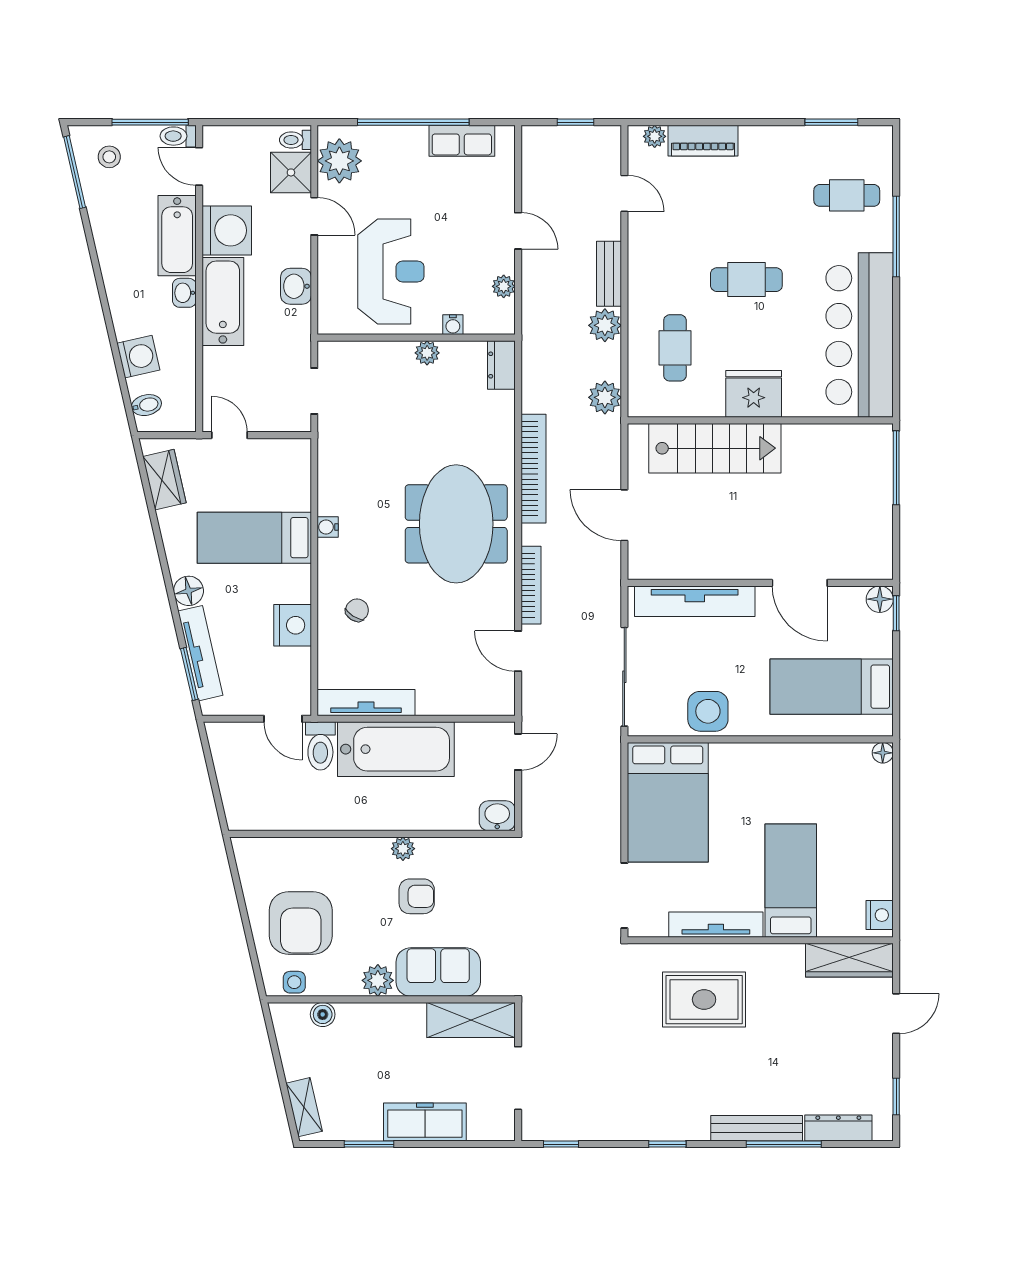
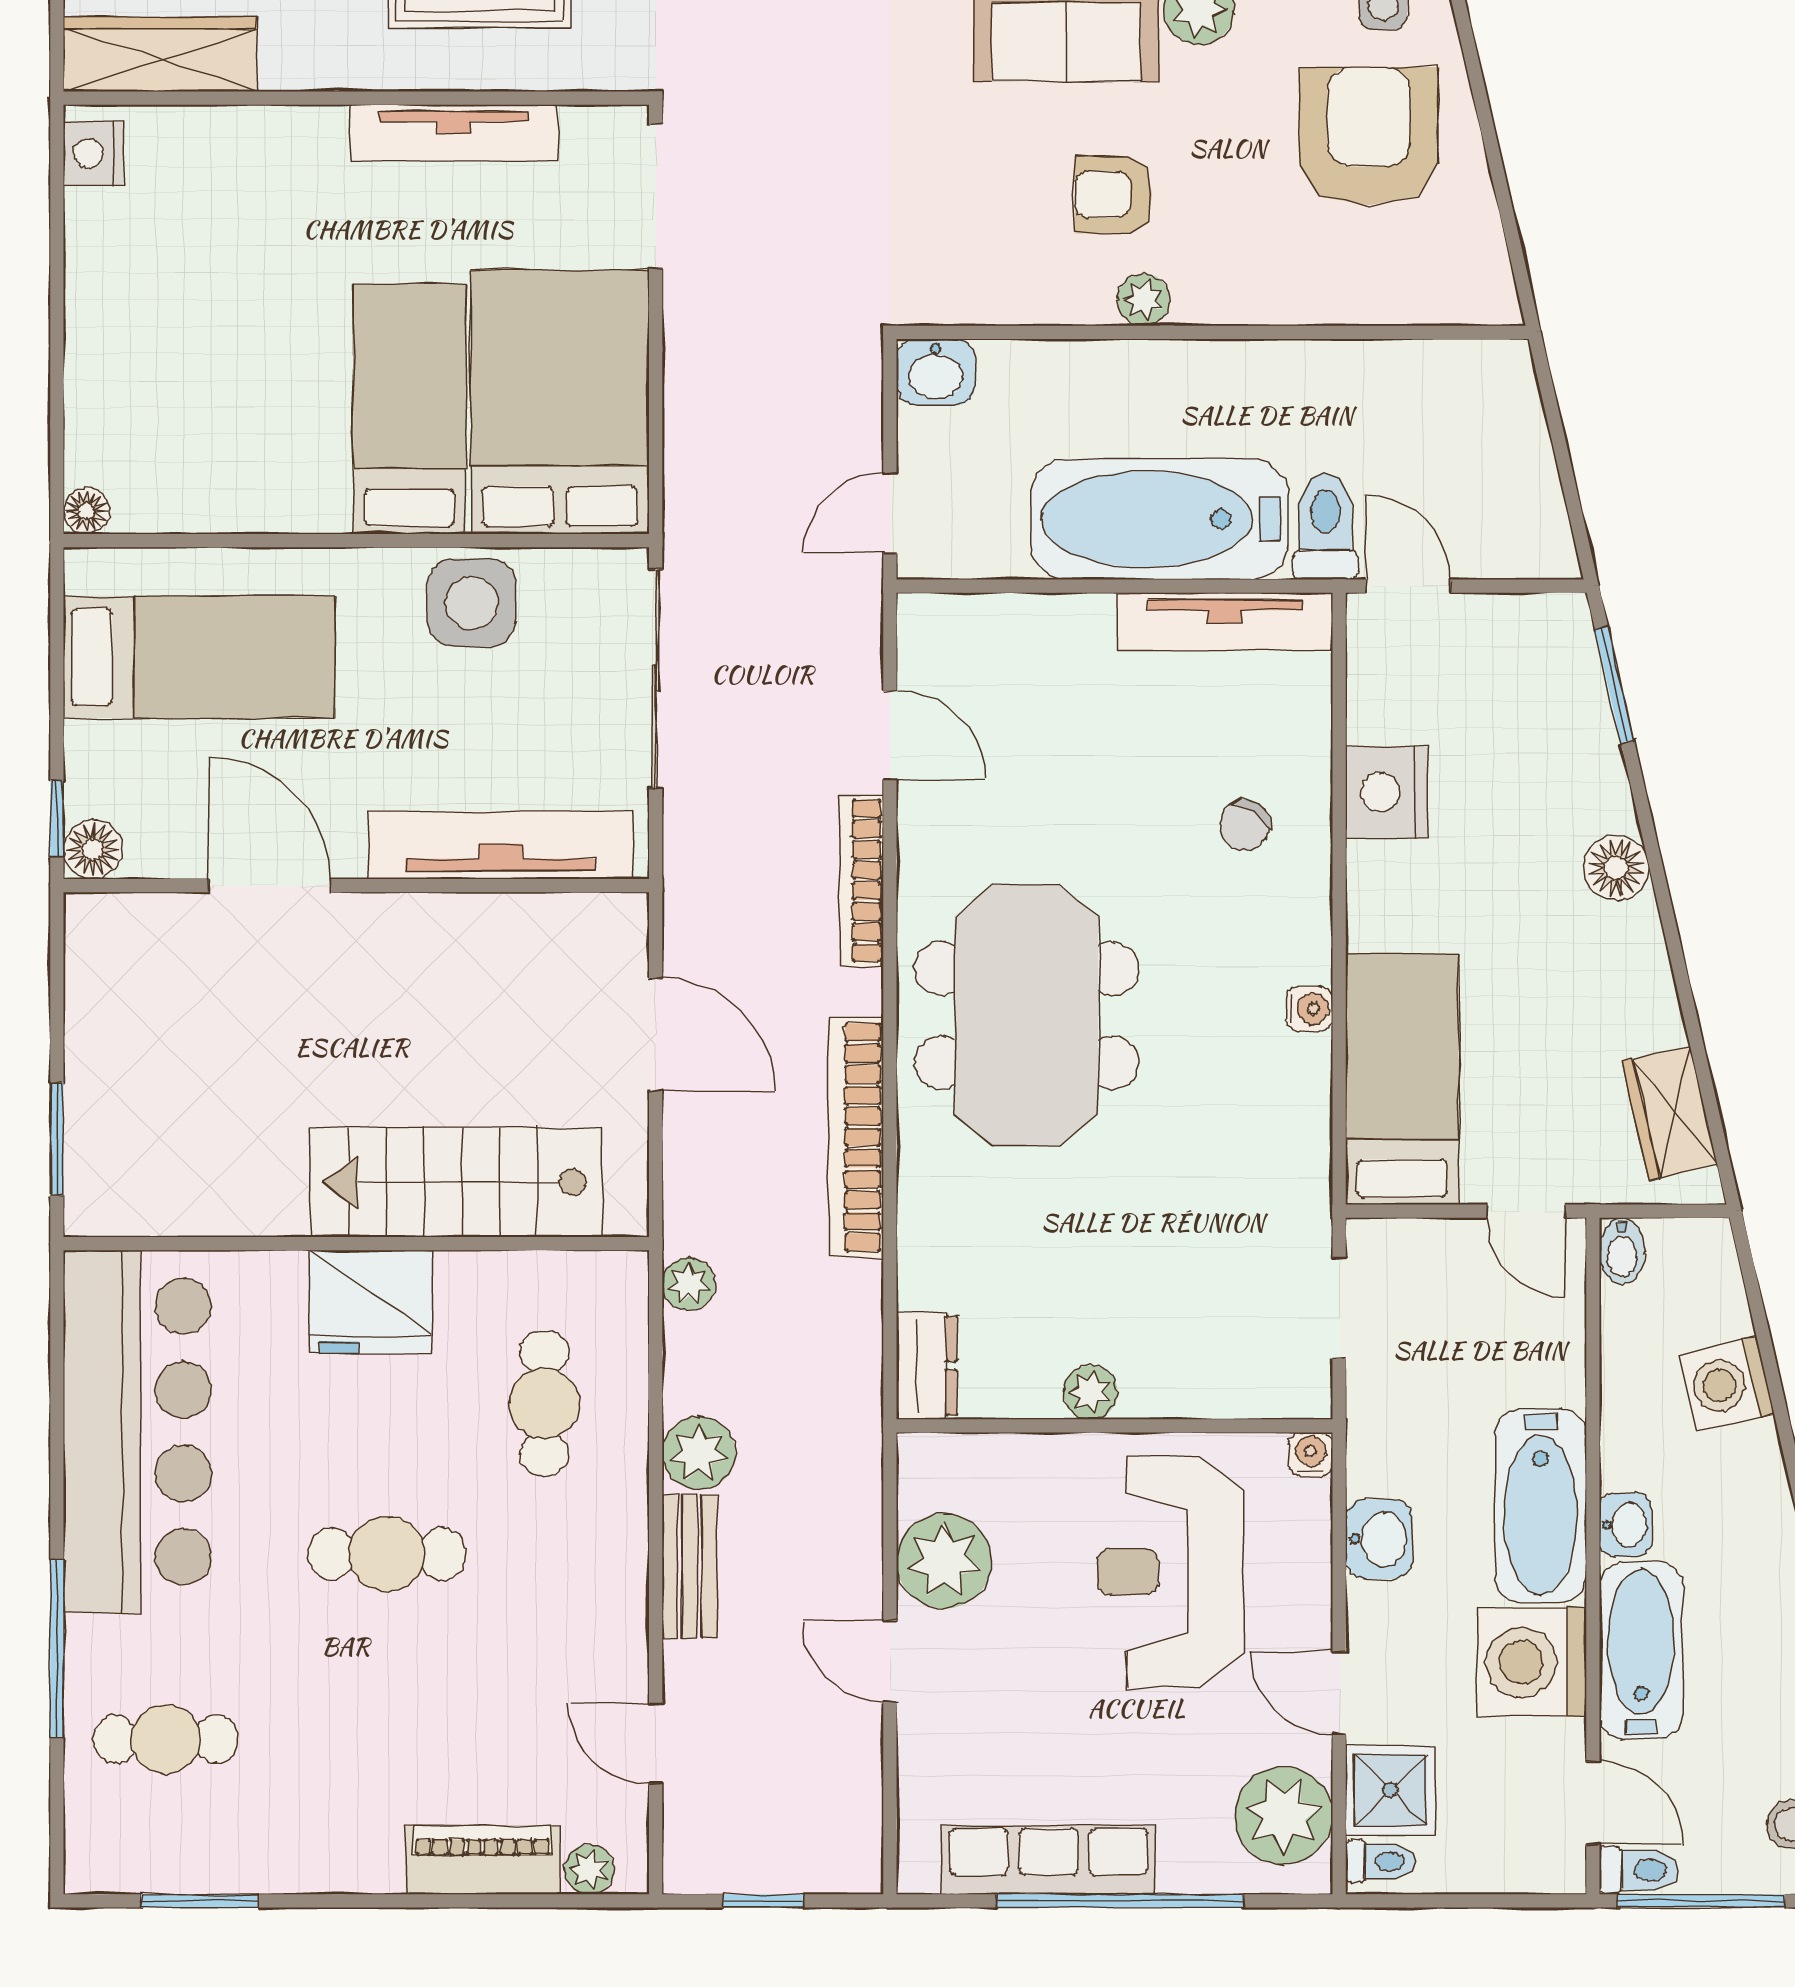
row of seats: (462, 141) -> (1048, 1860), width x1.48
plant: (504, 286) -> (944, 1561), width x1.88, depth x1.88
water cooler: (453, 325) -> (1311, 1454), moved
plant: (605, 397) -> (689, 1284), width x0.73, depth x0.73
bidet: (146, 405) -> (1622, 1251), moved, turned -77
window: (896, 468) -> (57, 1139), width x0.69
bed: (254, 538) -> (1402, 1079), moved, turned -90
tv unit: (200, 653) -> (1590, 731), removed
bed: (791, 881) -> (410, 409), moved, turned 180

